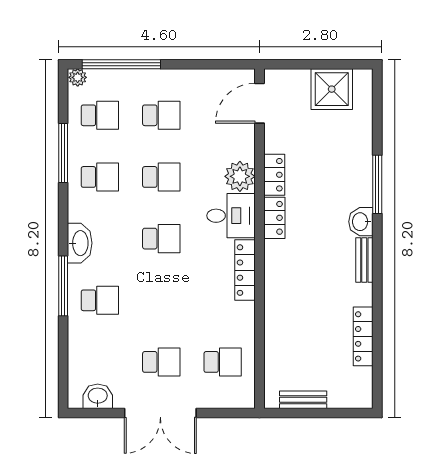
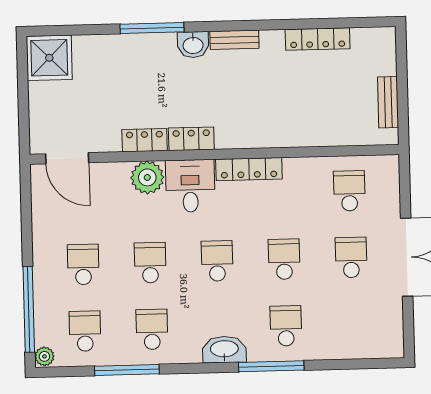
shower: (332, 89) -> (49, 58), moved
school desk: (161, 300) -> (284, 259), added
washbasin: (98, 396) -> (390, 326), removed

